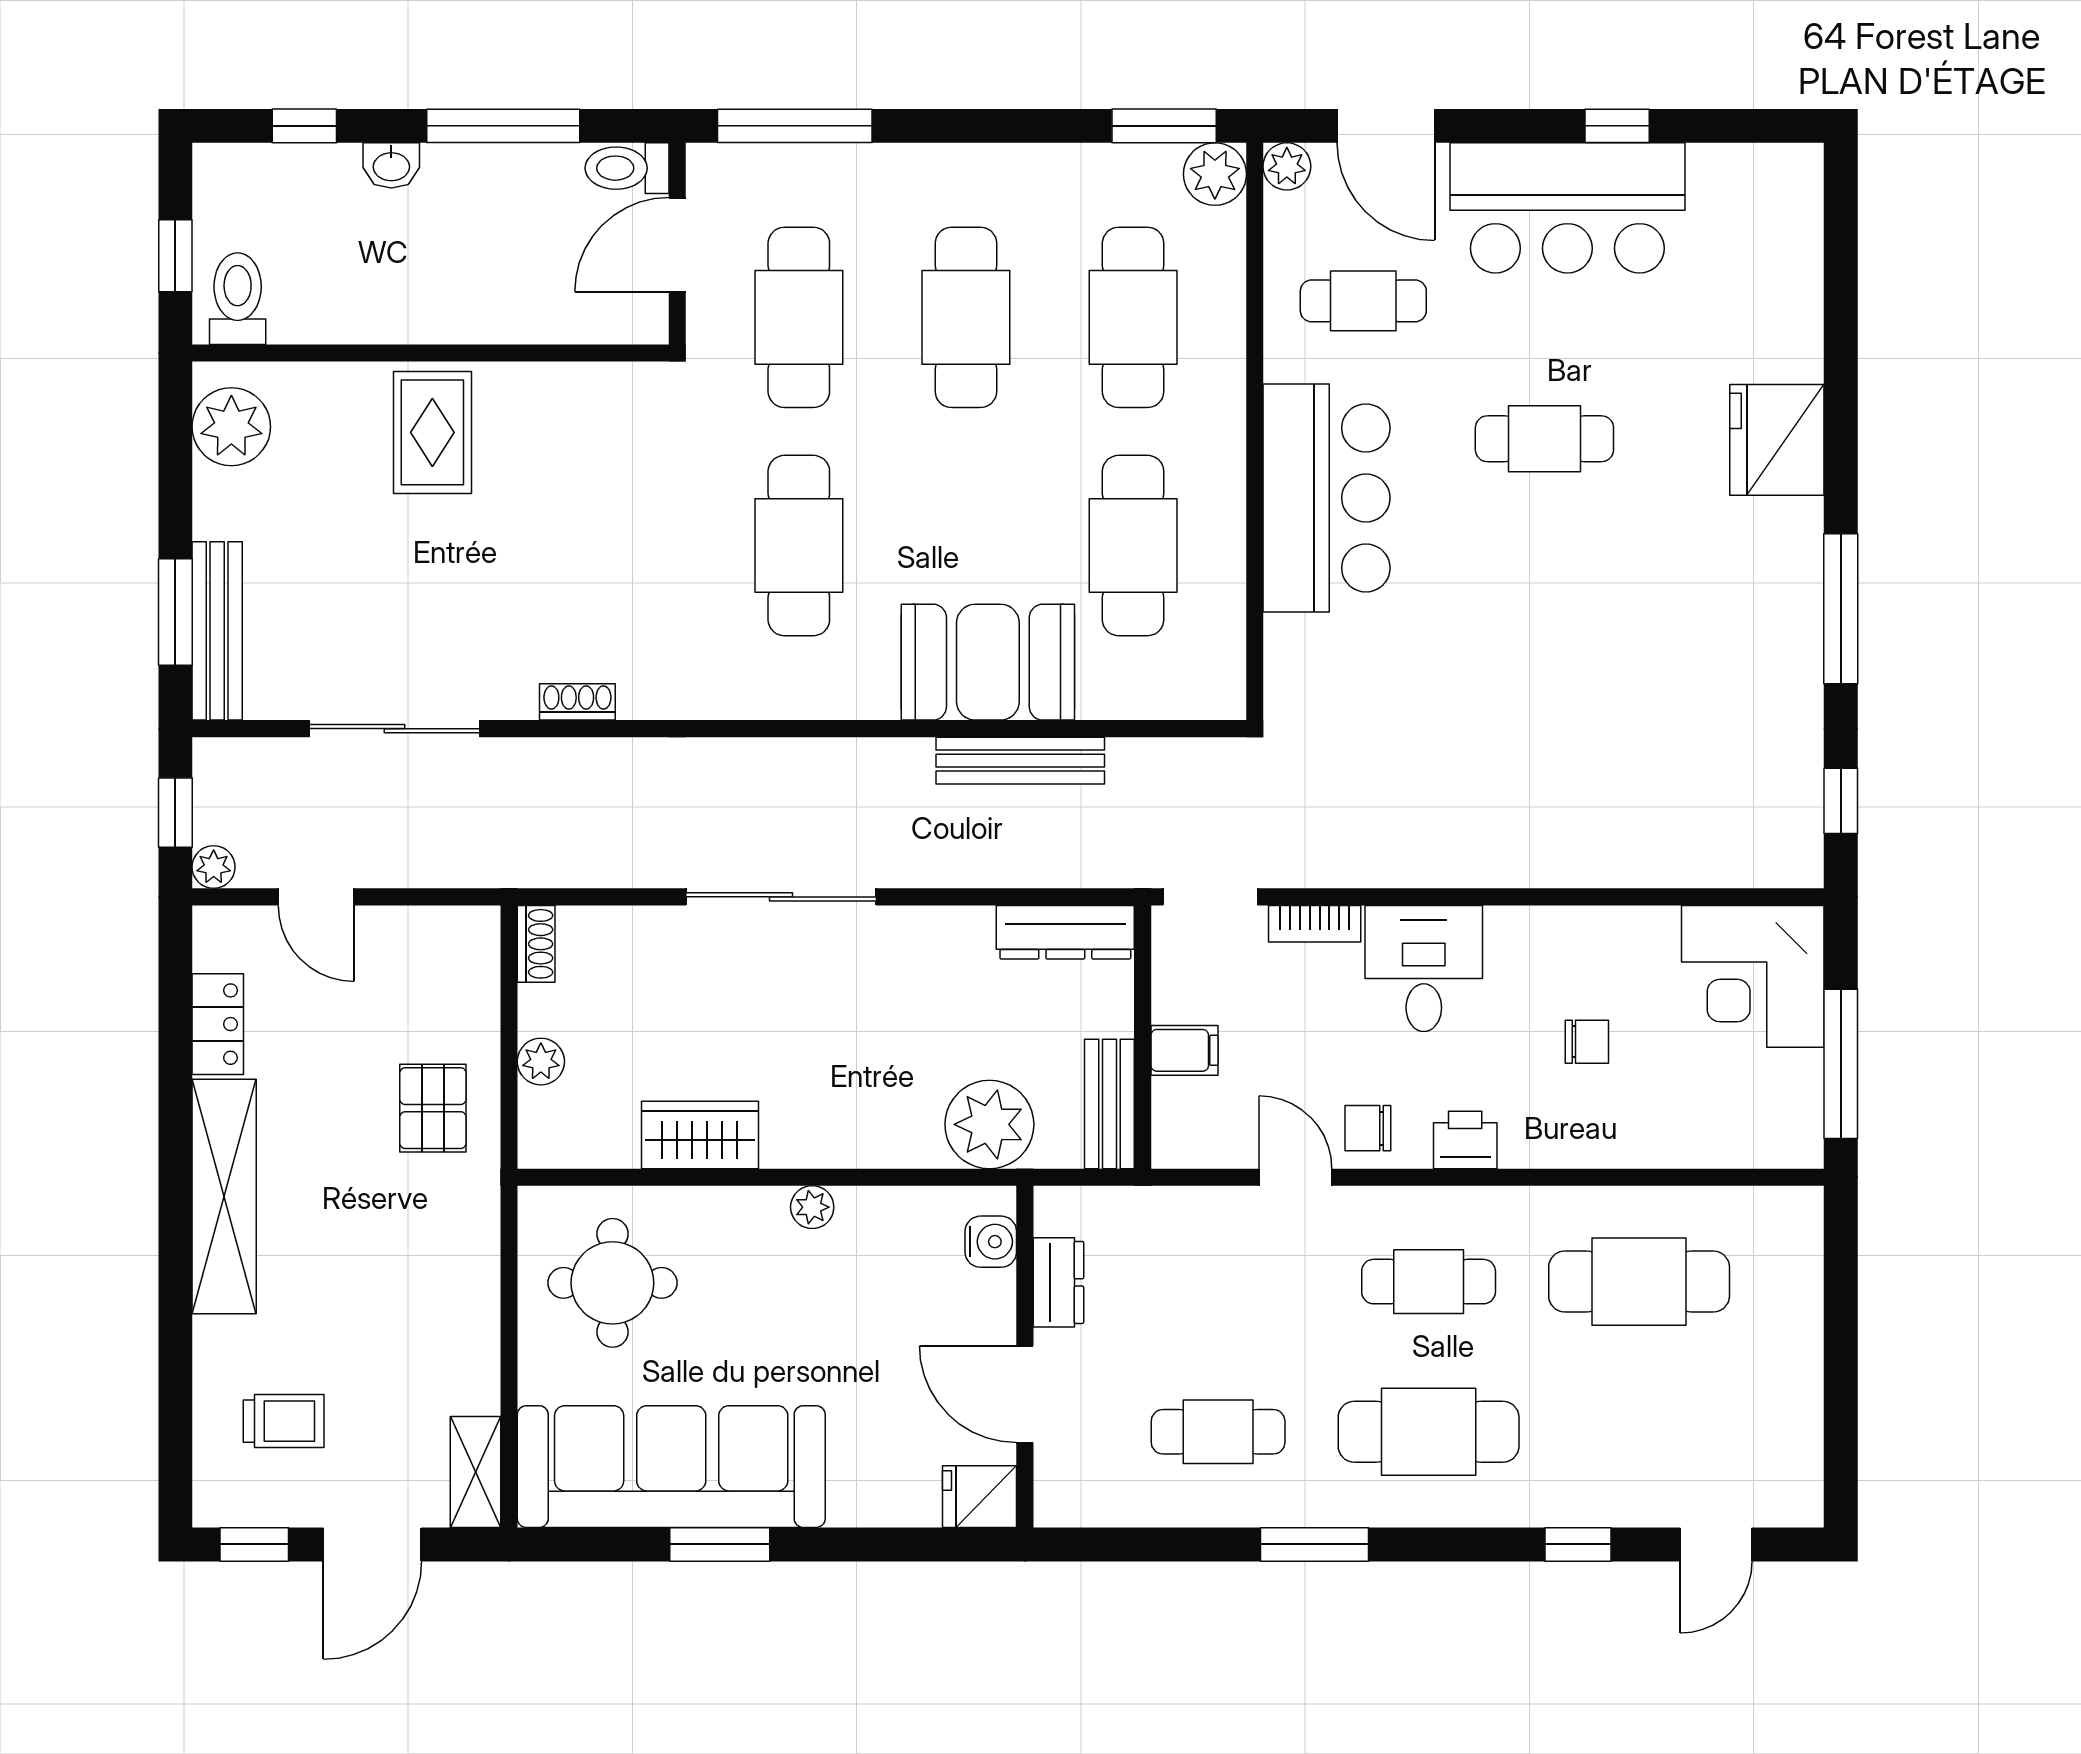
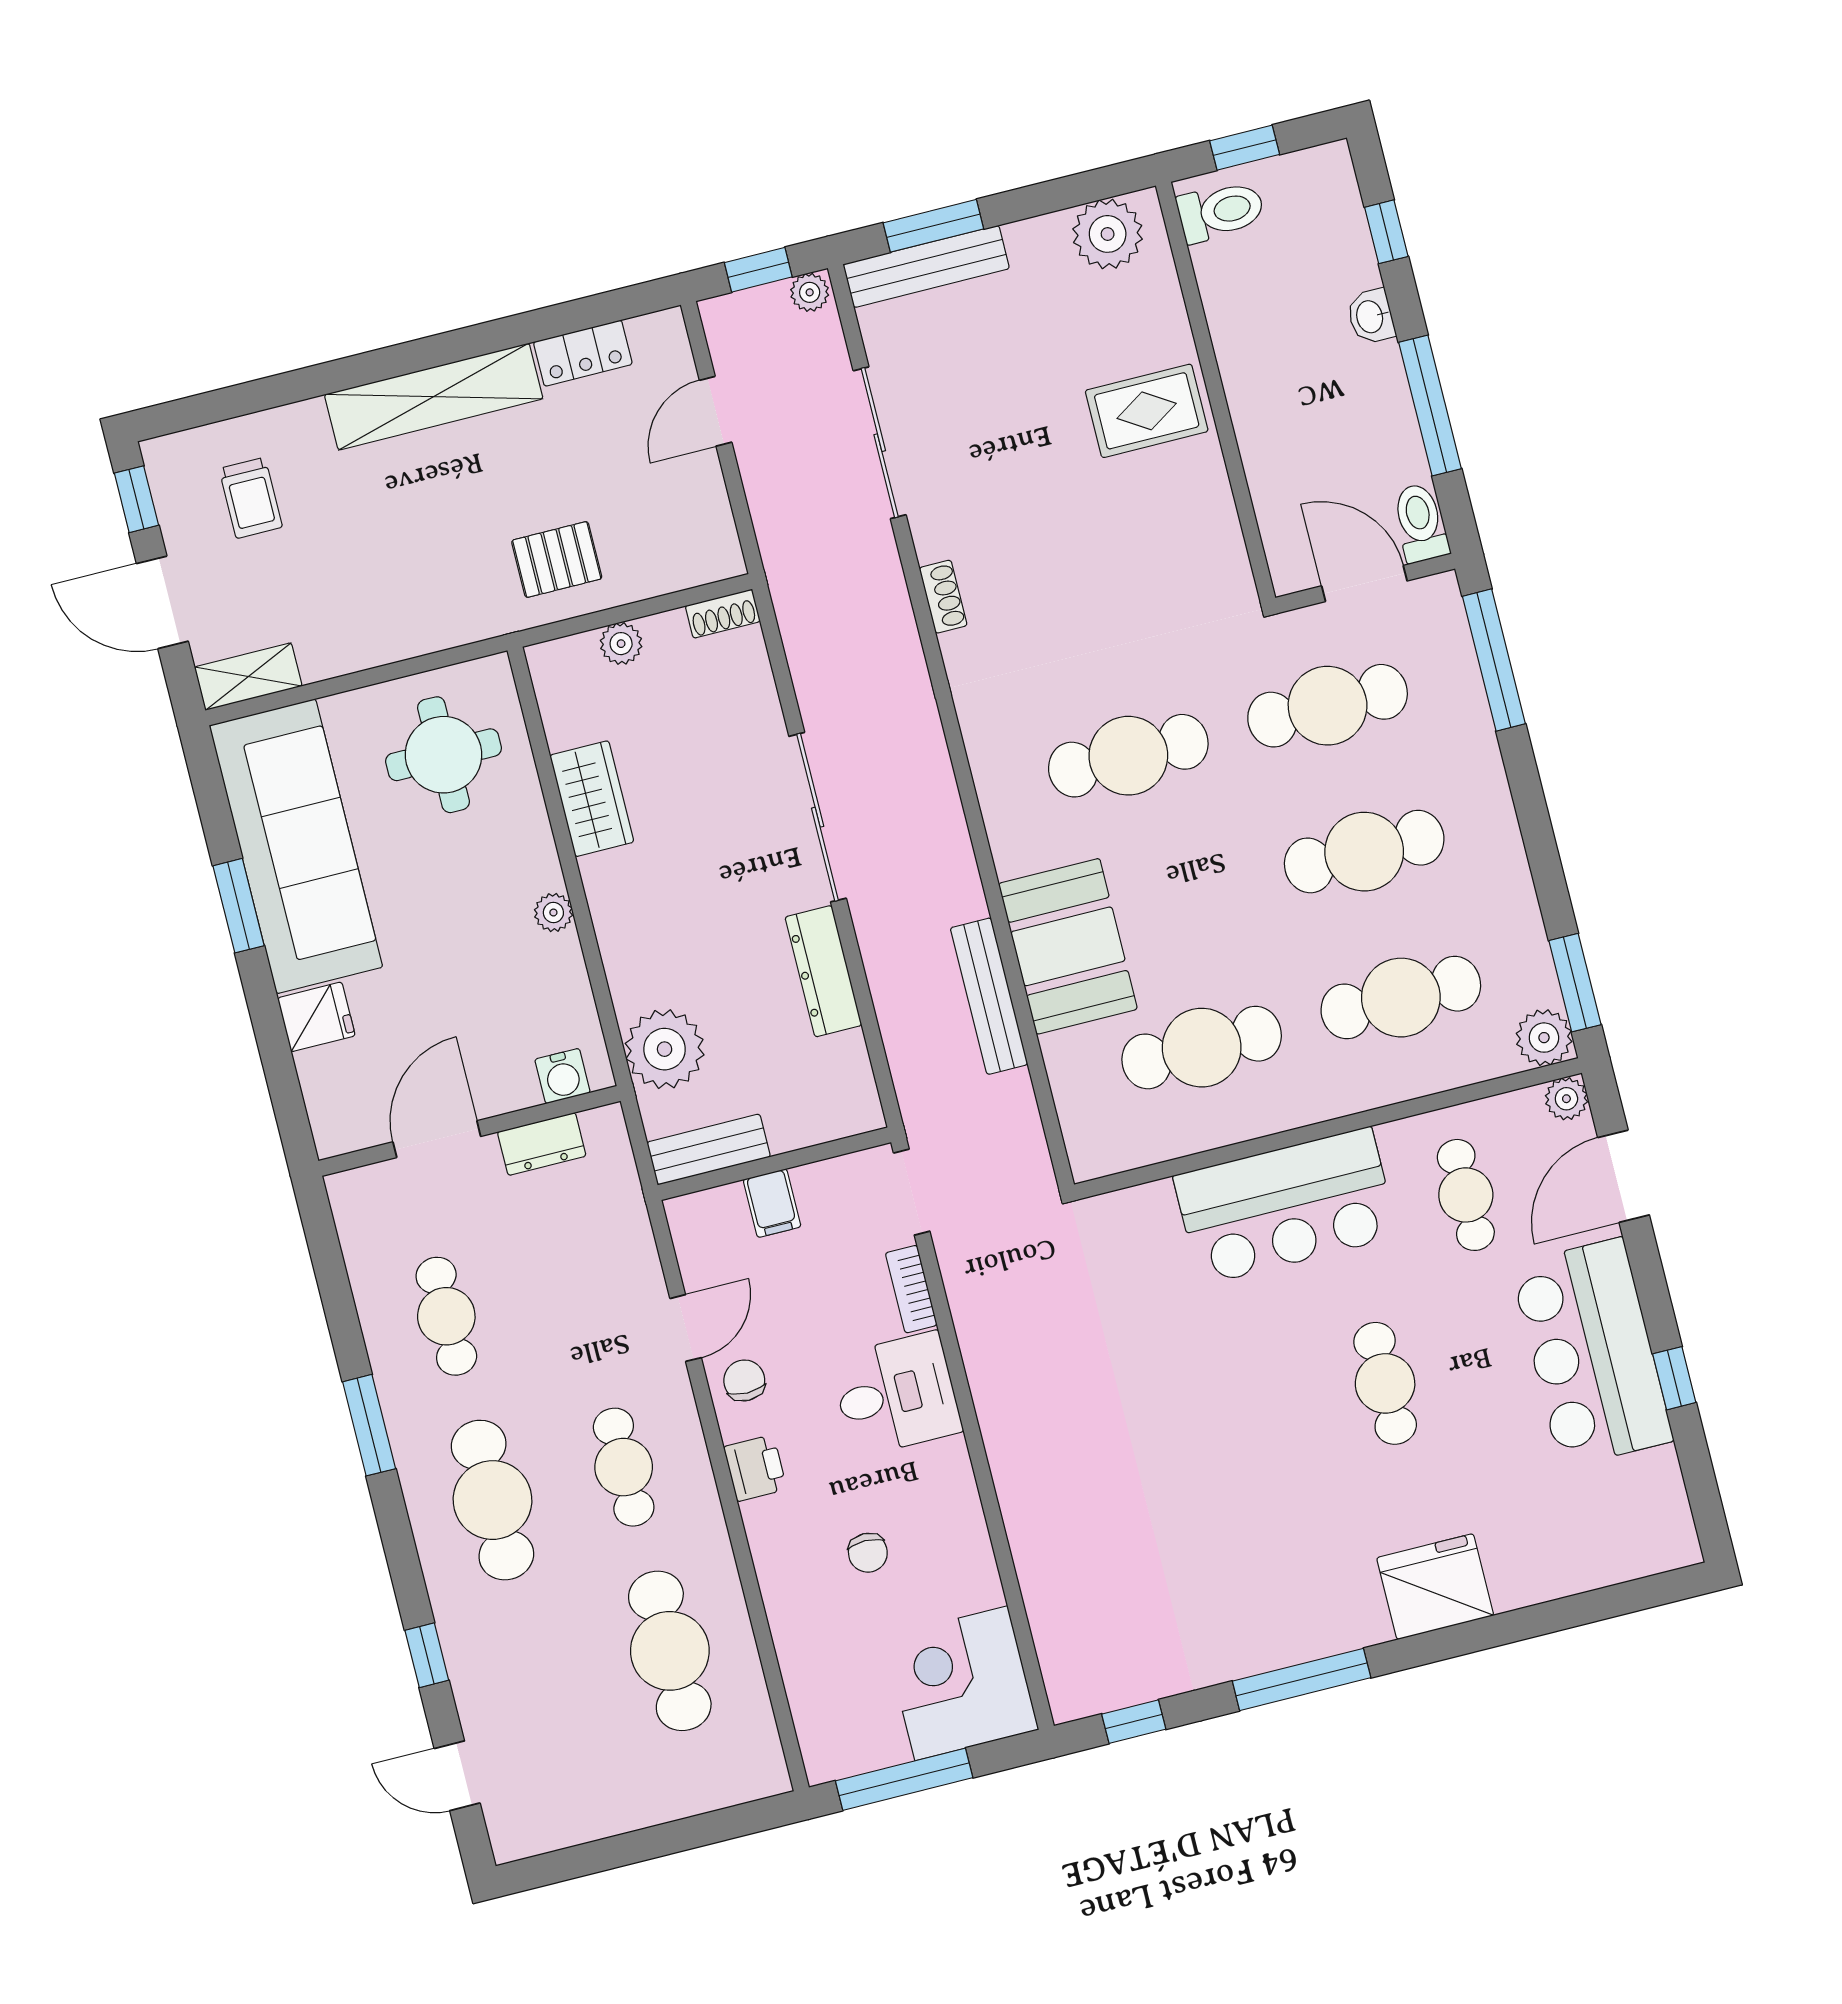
plant: (214, 867) -> (810, 292), moved
dresser: (1065, 932) -> (823, 971), moved
fridge: (979, 1497) -> (316, 1017), moved, turned 90

